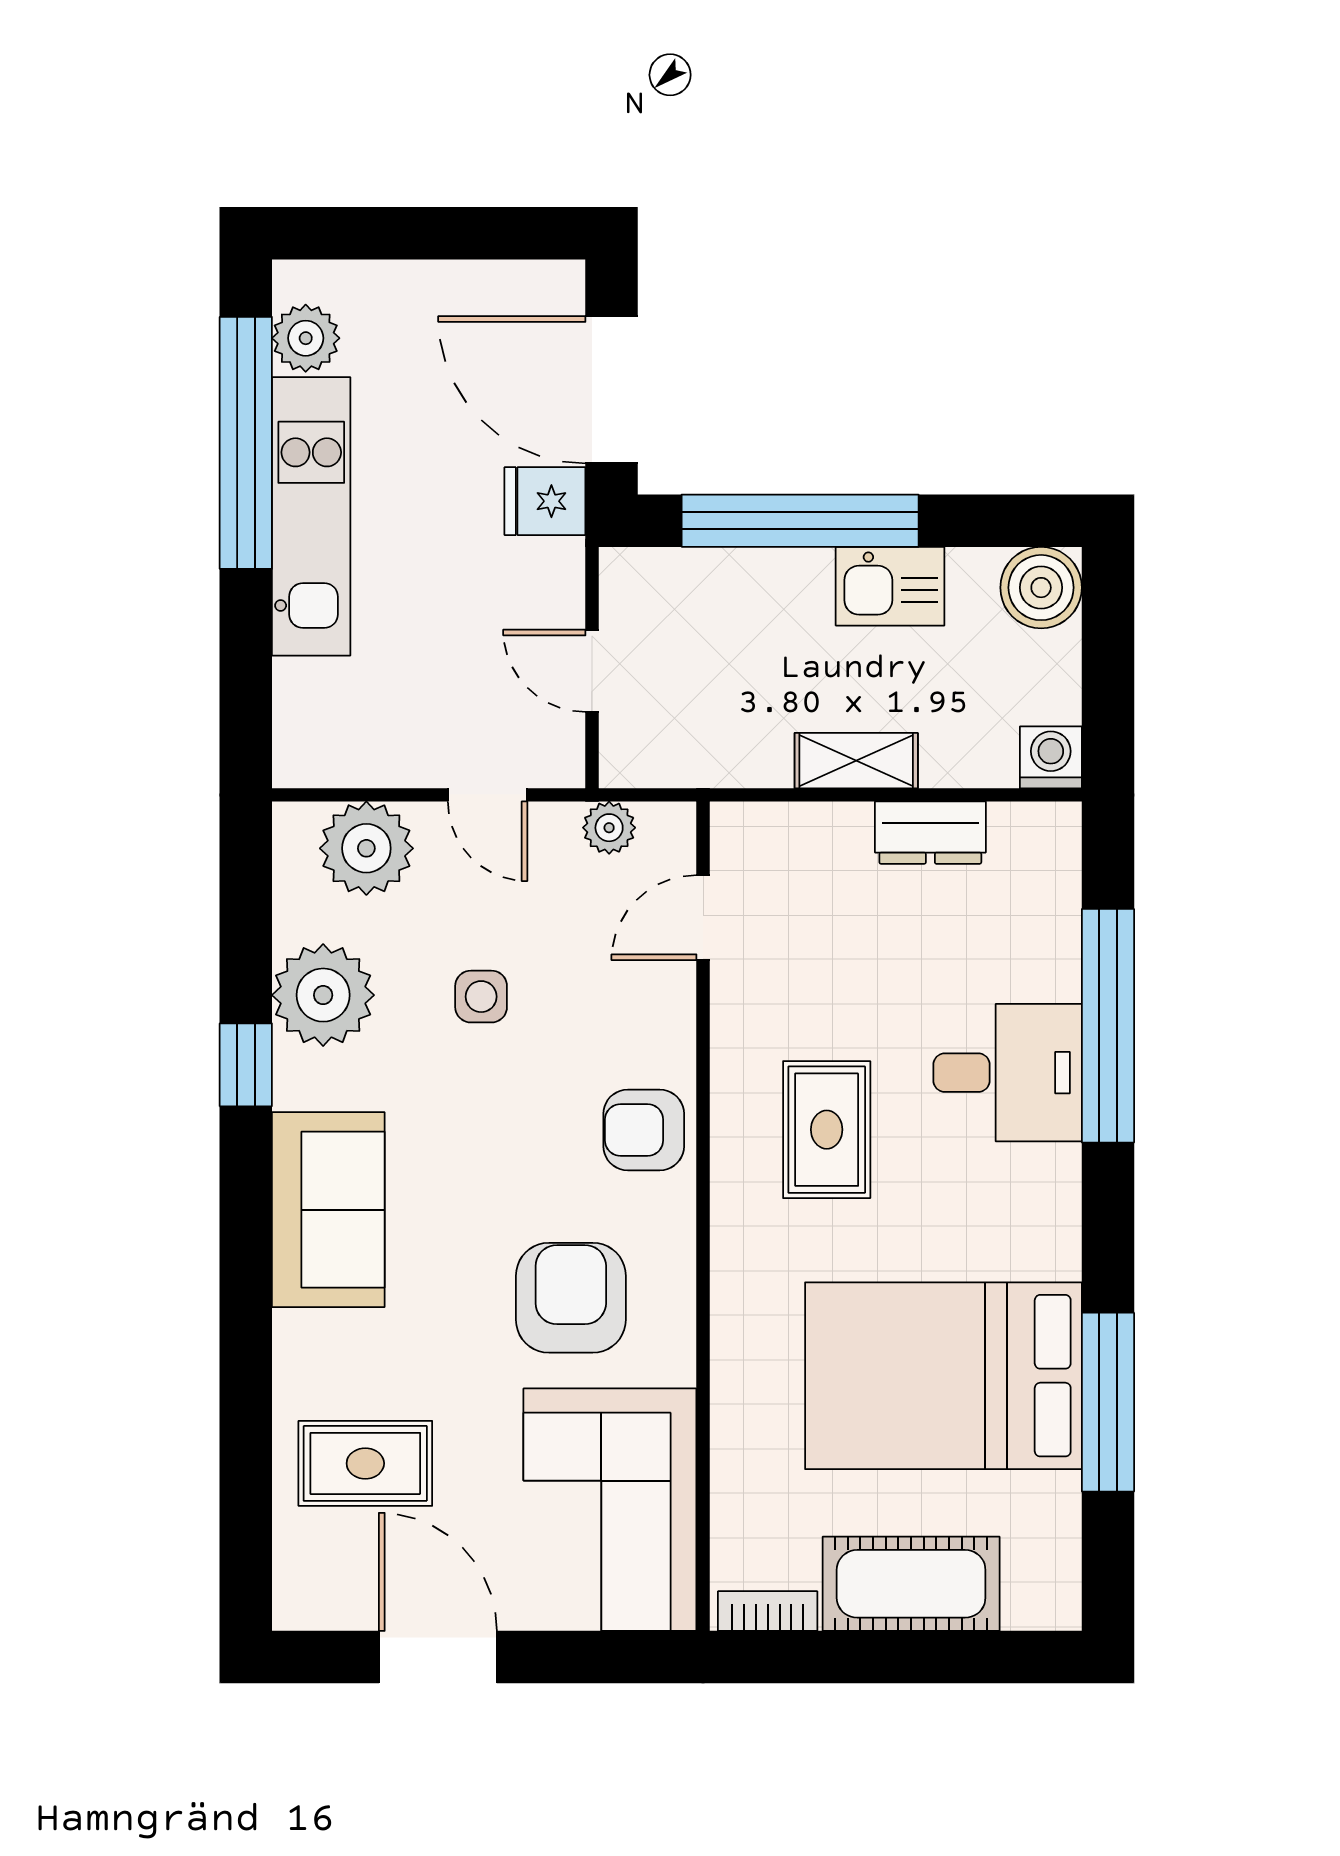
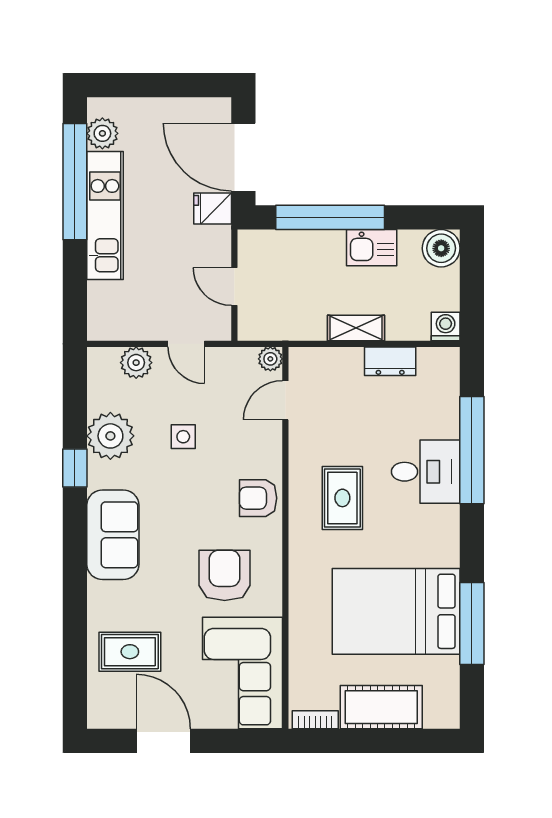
plant: (609, 828) -> (270, 359), moved
plant: (366, 848) -> (136, 363), width x0.73, depth x0.73

